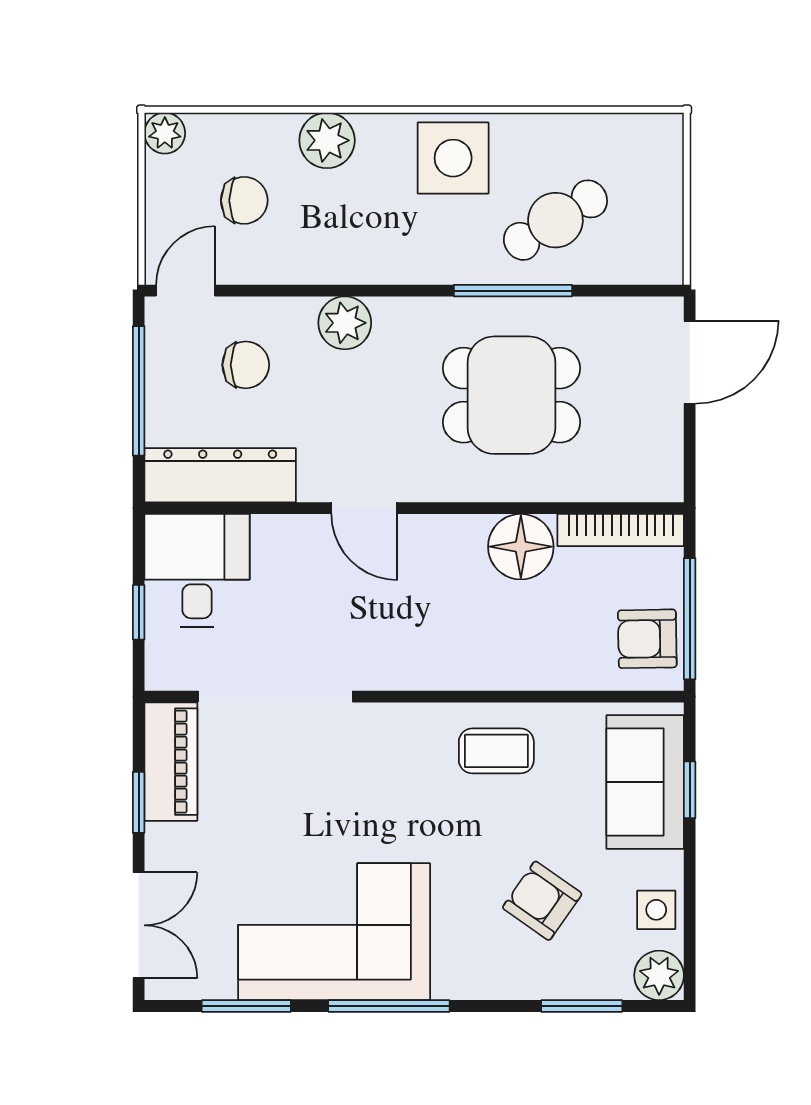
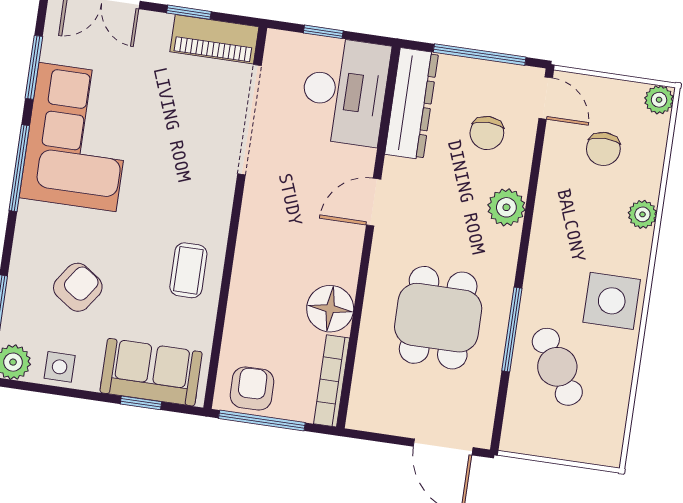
plant: (327, 140) -> (642, 214), width x0.73, depth x0.73
desk: (197, 571) -> (345, 91), width x1.37

